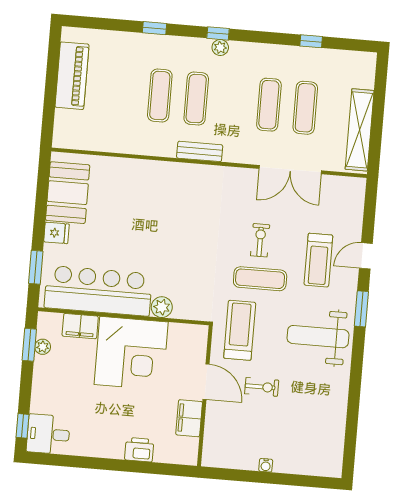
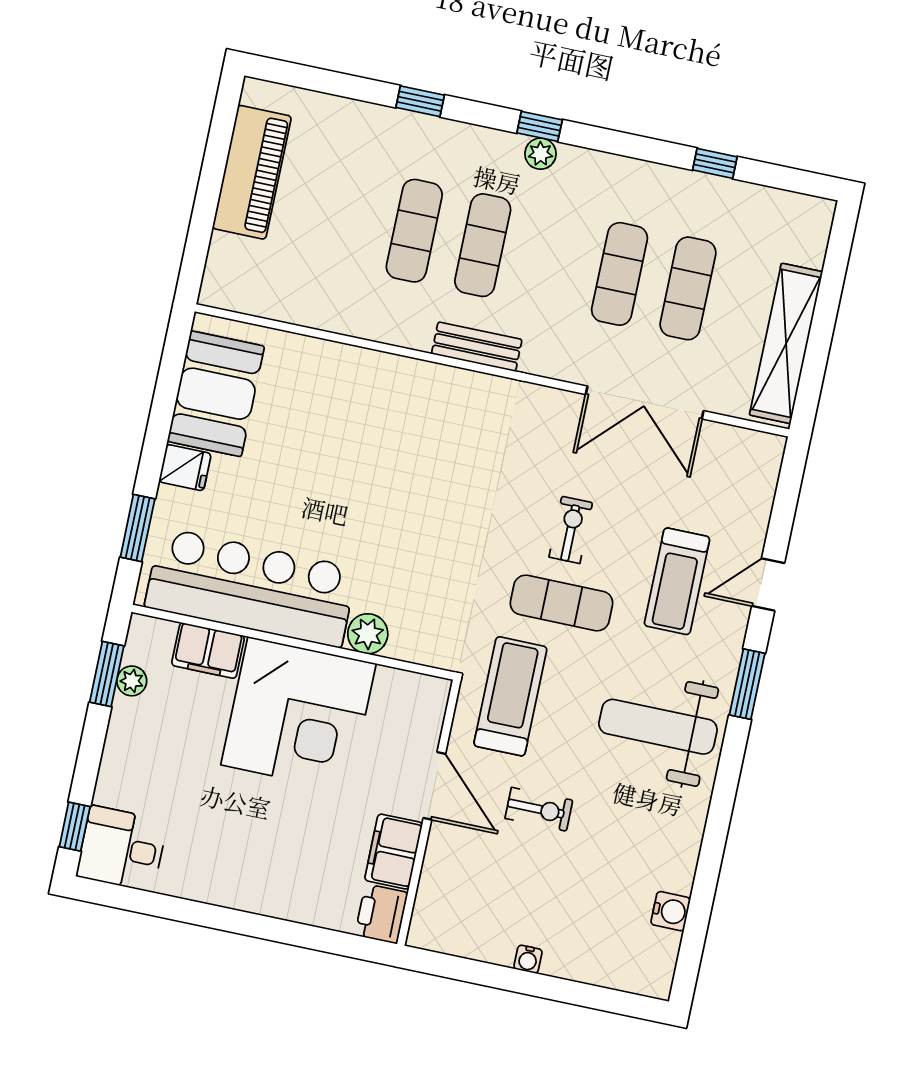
water cooler: (336, 431) -> (671, 911), added
printer: (139, 450) -> (381, 914), moved, turned -90

